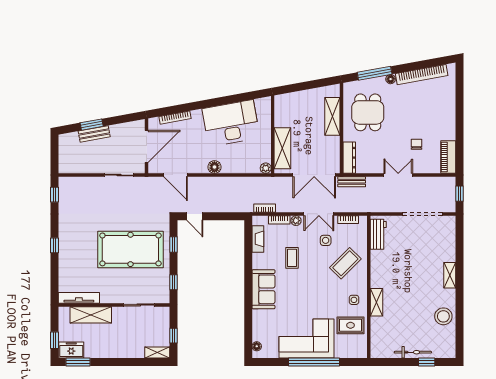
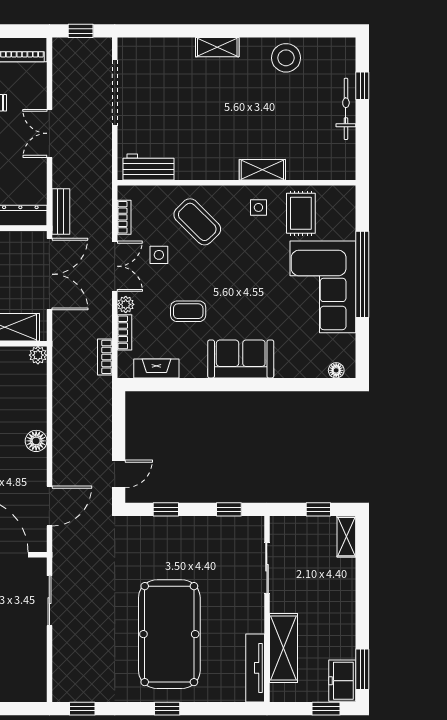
pool table: (130, 249) -> (169, 634), moved

